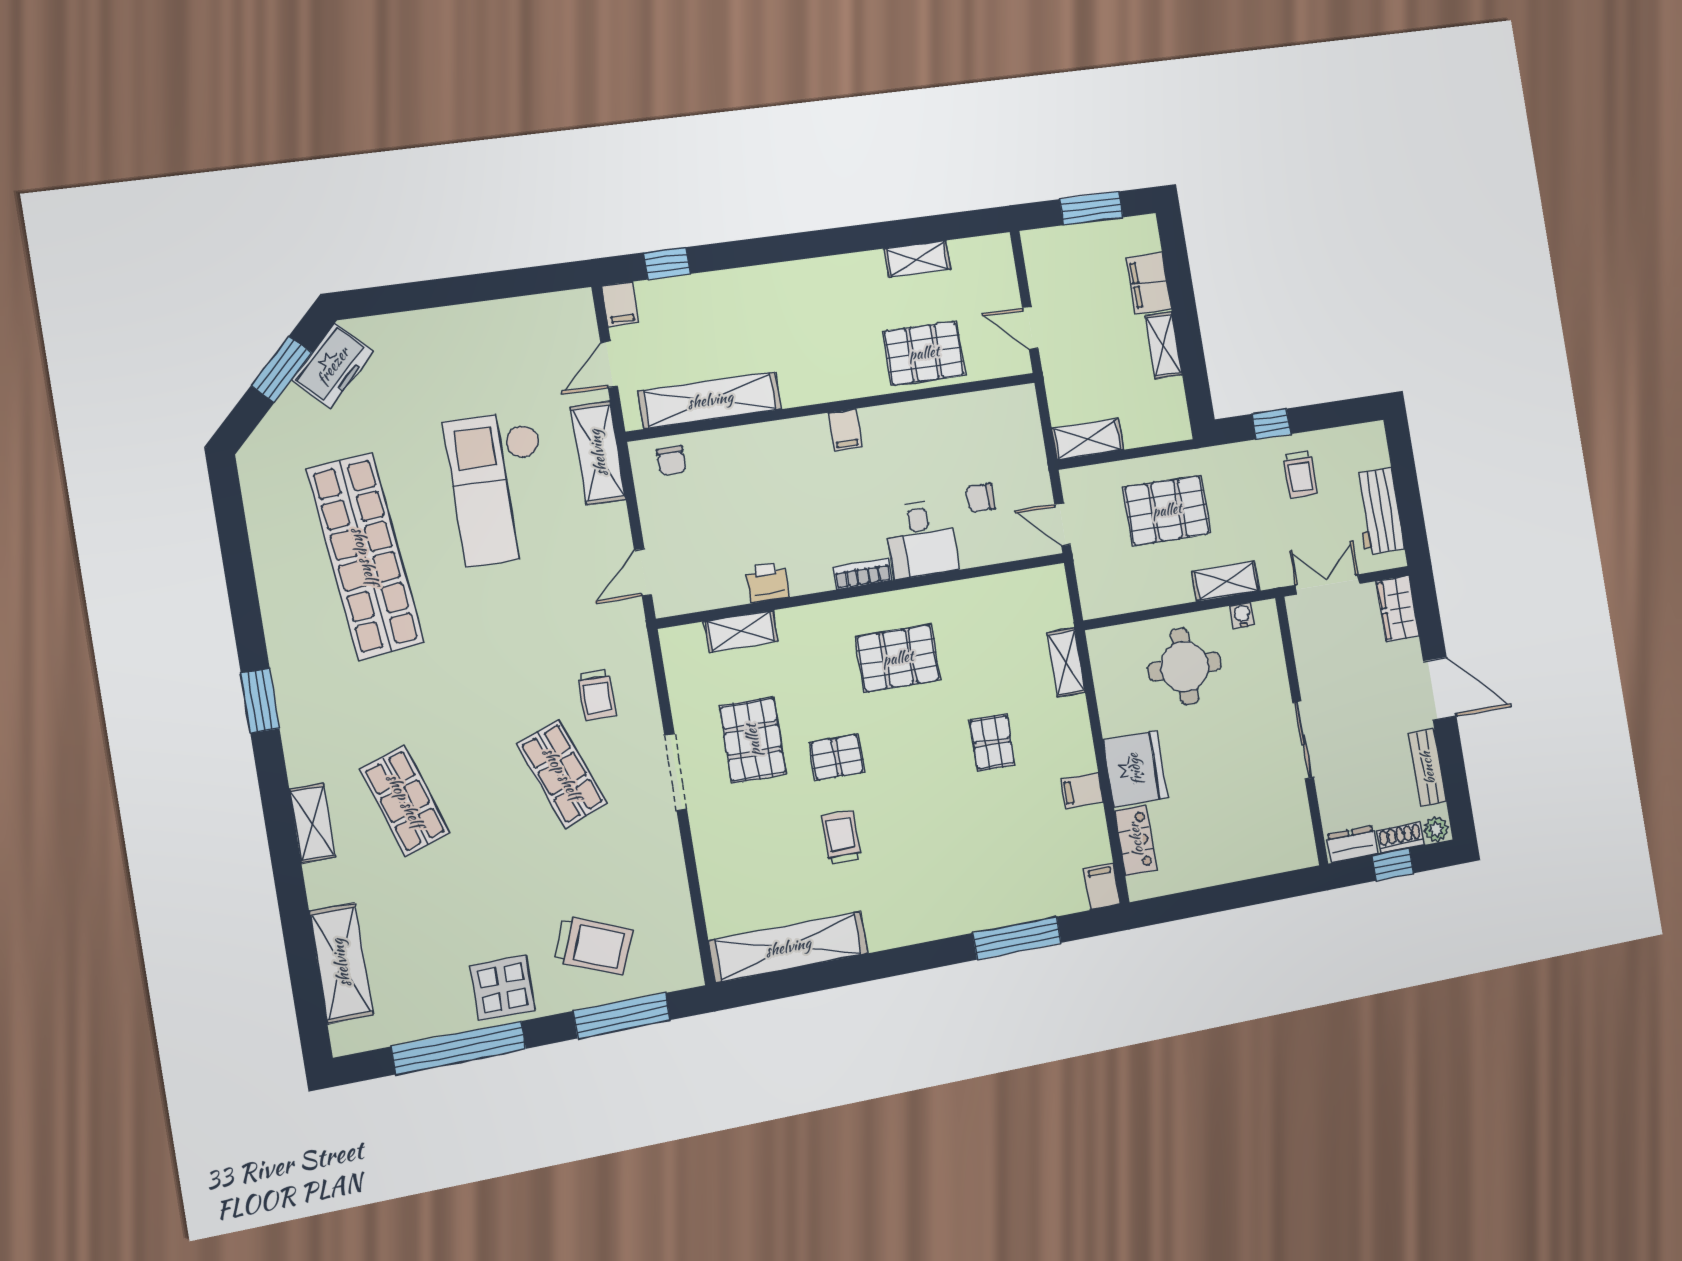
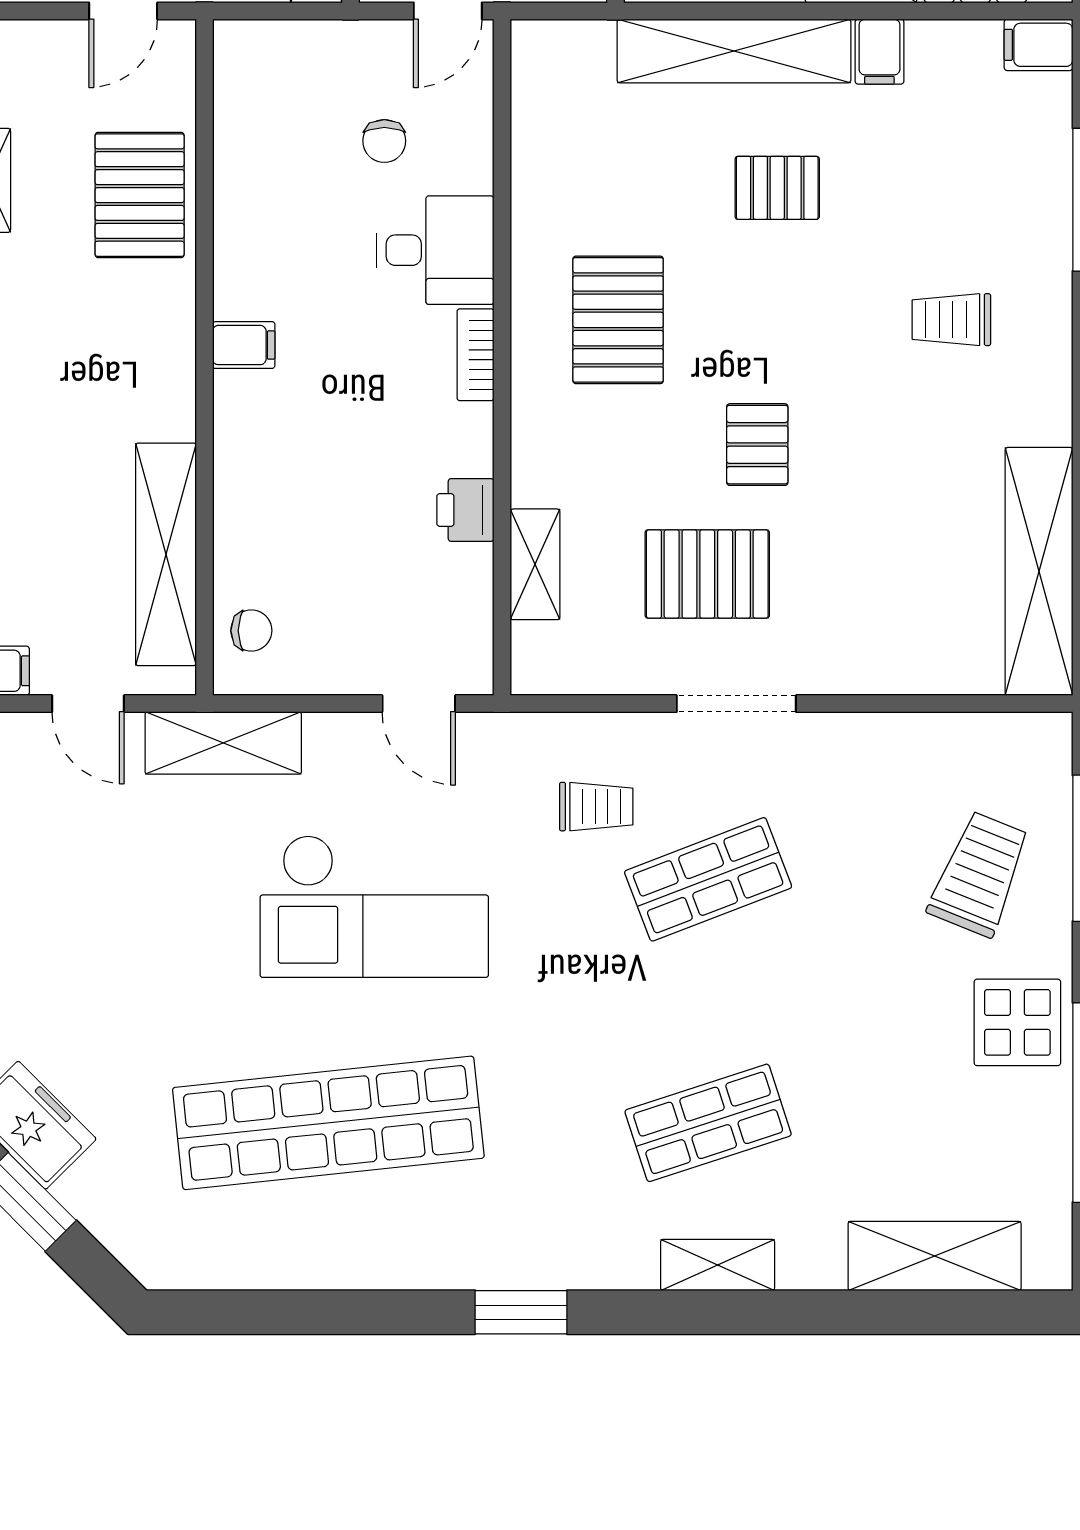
checkout: (500, 488) -> (374, 906), moved
shelving: (1066, 662) -> (734, 51), width x2.20, depth x1.33
trolley: (841, 838) -> (951, 320), moved

